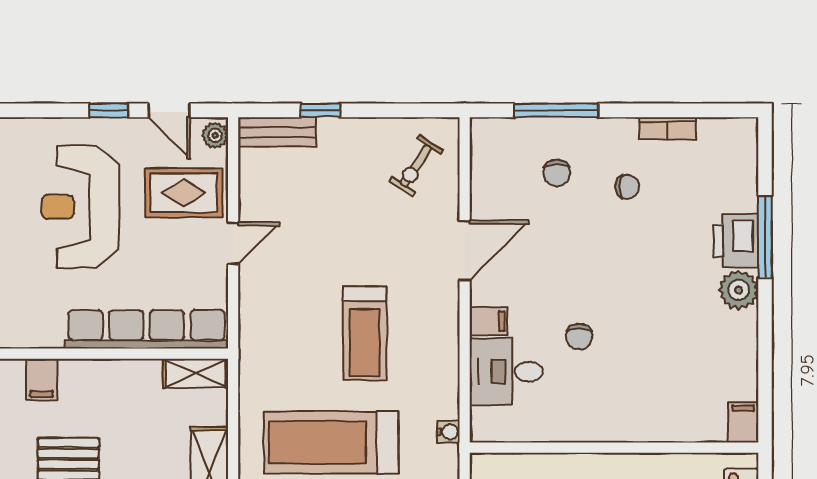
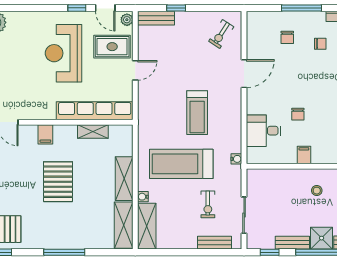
window: (556, 110) -> (302, 8), moved
filing cabinet: (489, 321) -> (304, 155), moved, turned -90
shelving: (196, 373) -> (93, 131), moved

